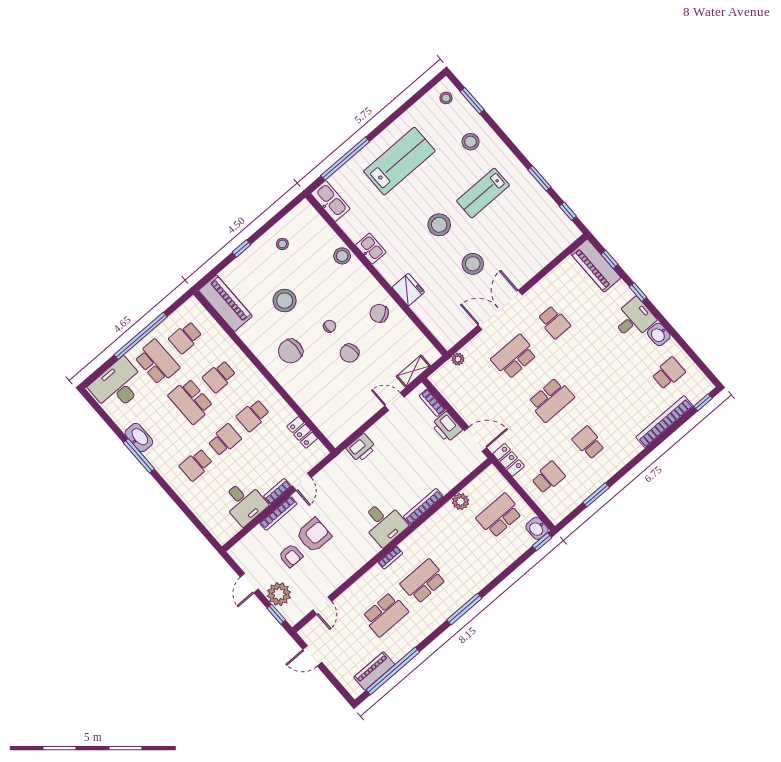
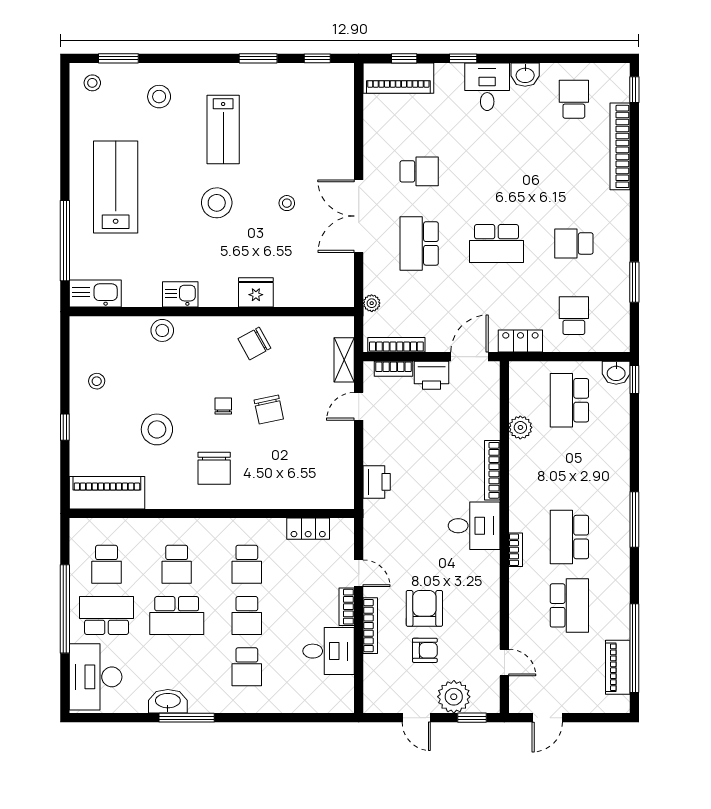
stool: (473, 264) -> (287, 203), width x0.53, depth x0.53
bookcase: (447, 393) -> (396, 345), added
school desk: (551, 400) -> (496, 243), turned 90
school desk: (224, 440) -> (247, 616), turned 180

